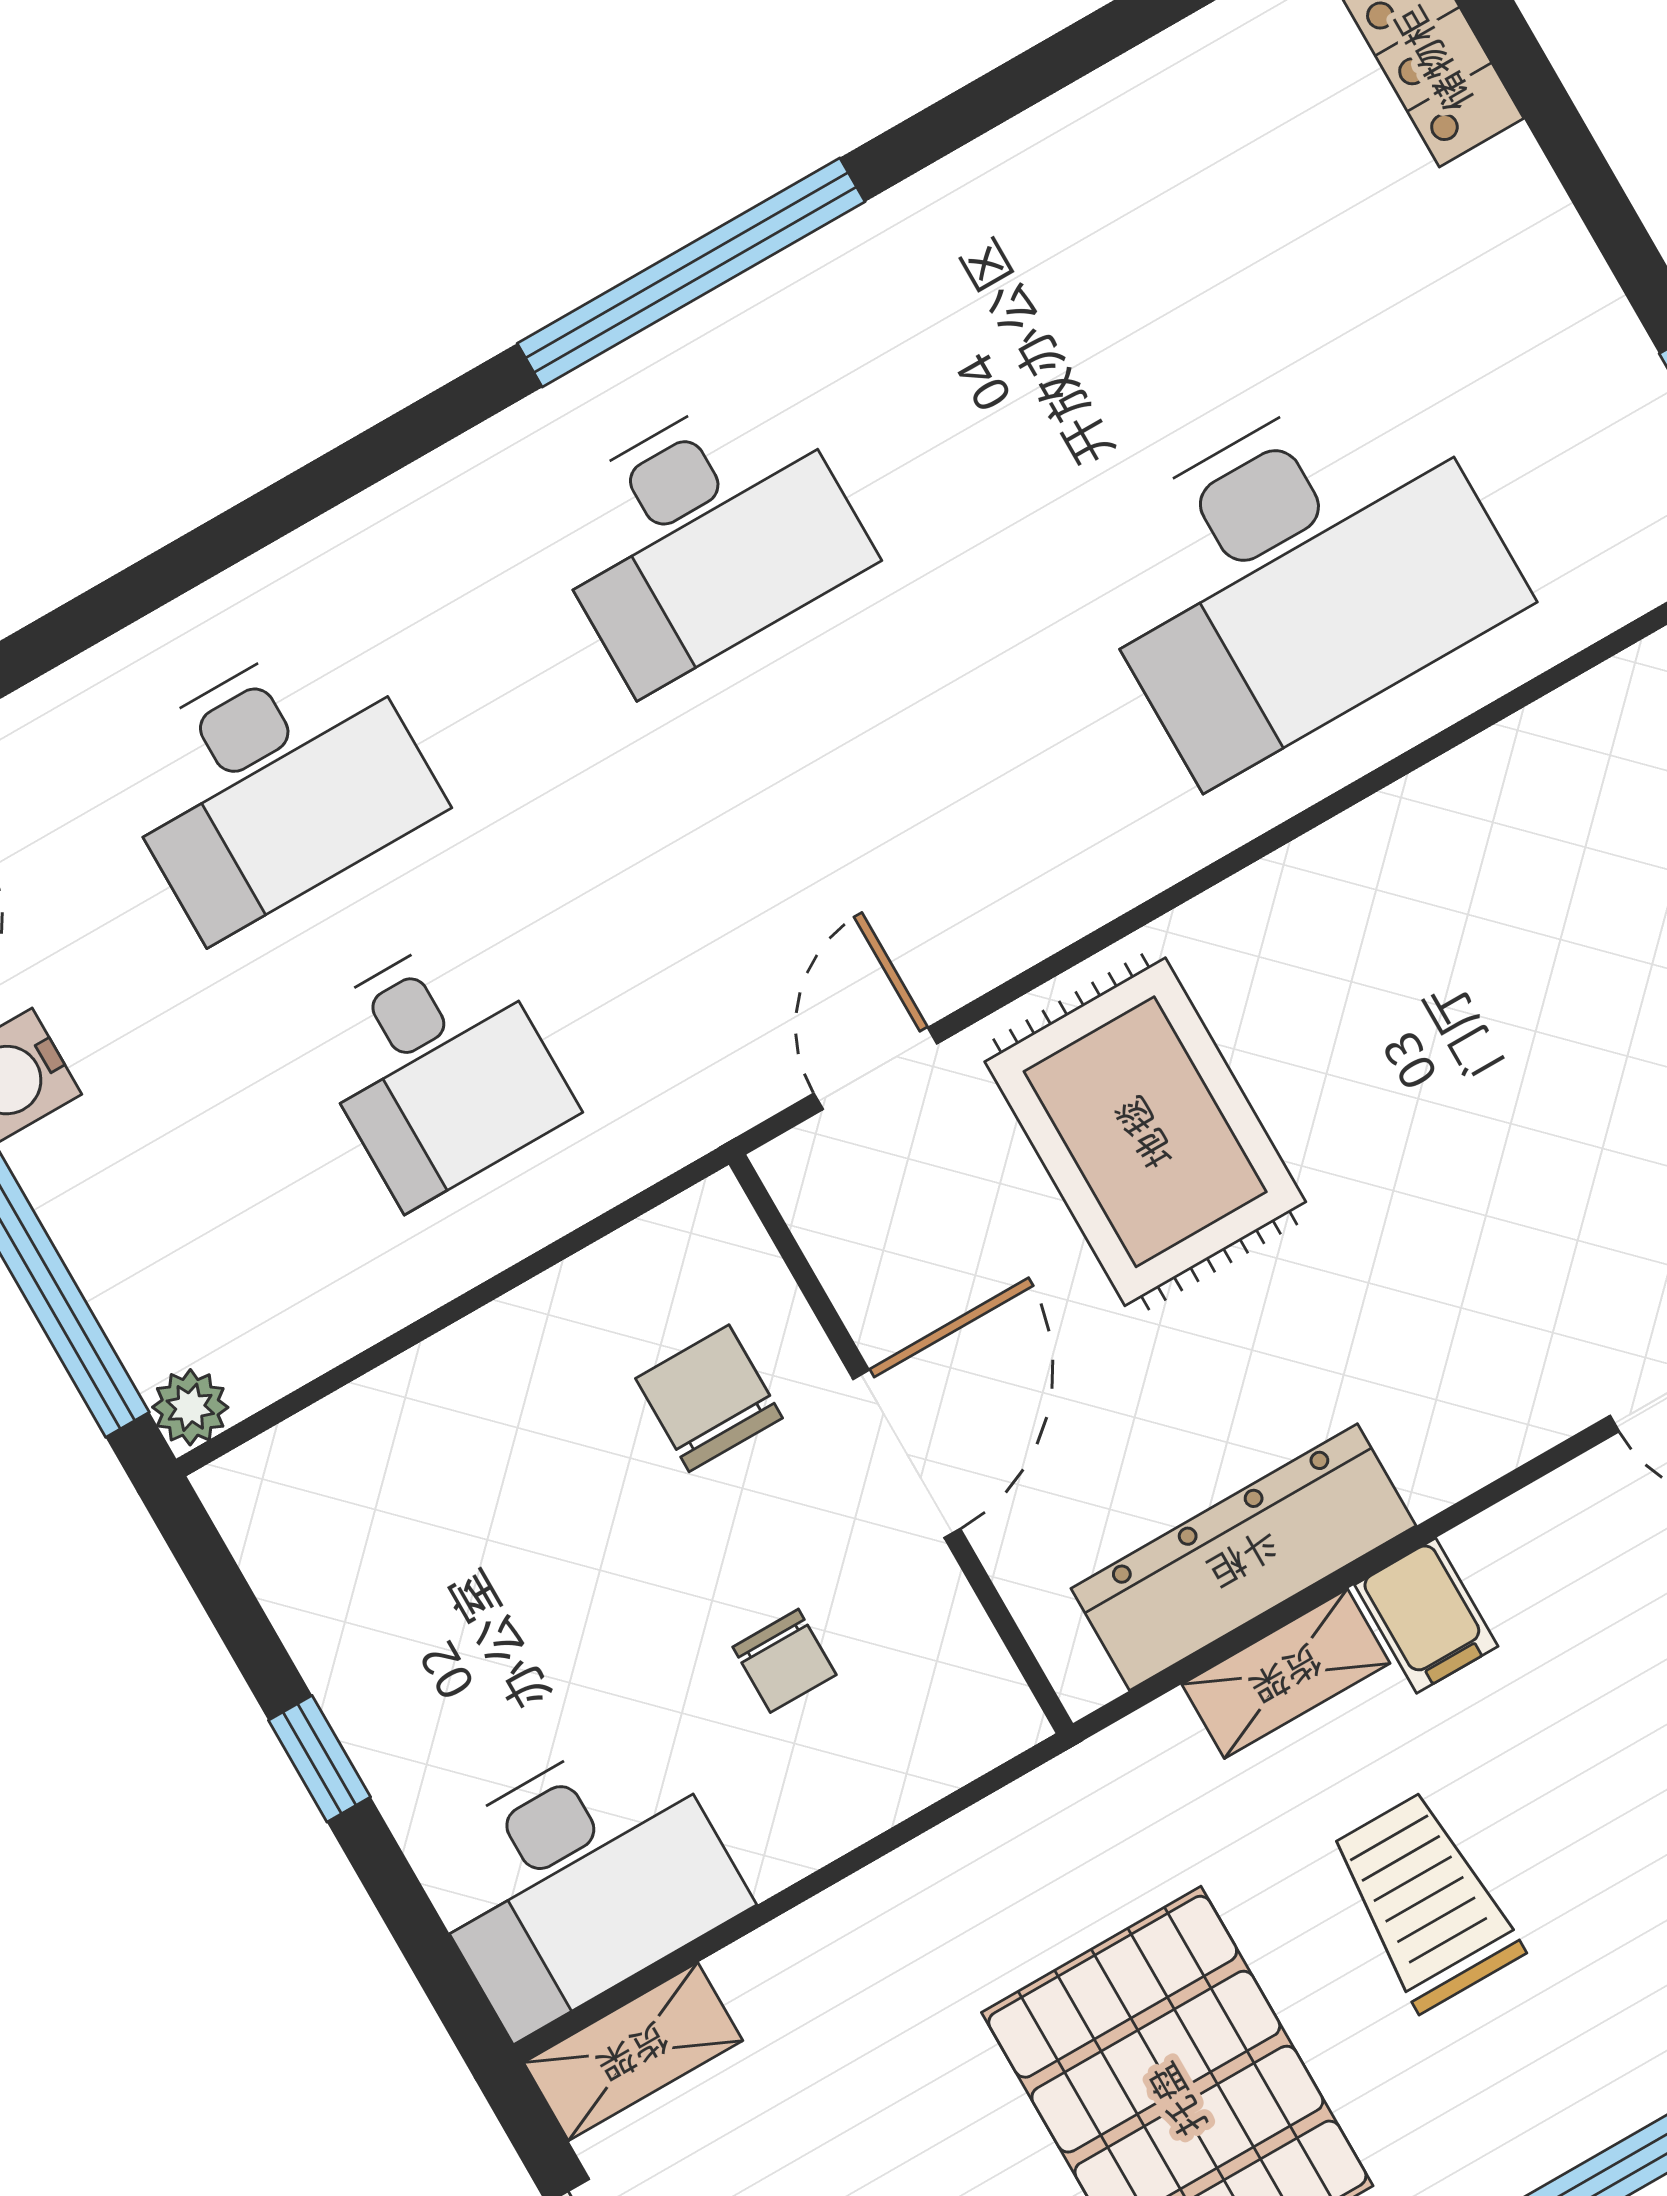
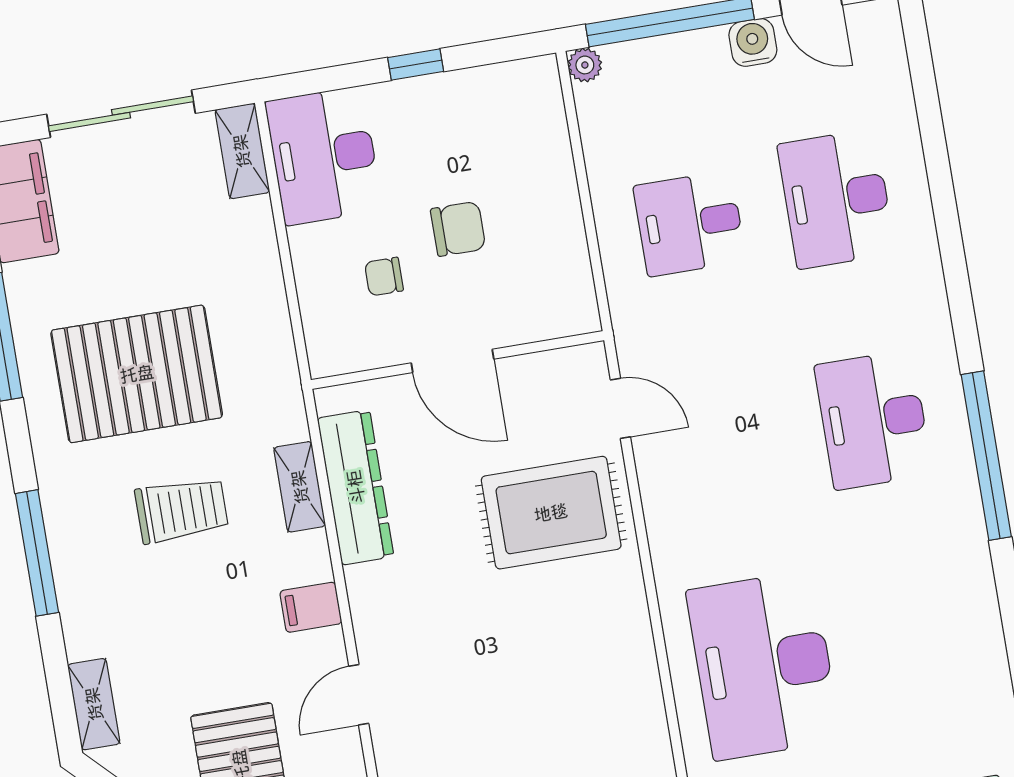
chair: (709, 1398) -> (458, 229), moved
filing cabinet: (1426, 1616) -> (311, 607), moved

